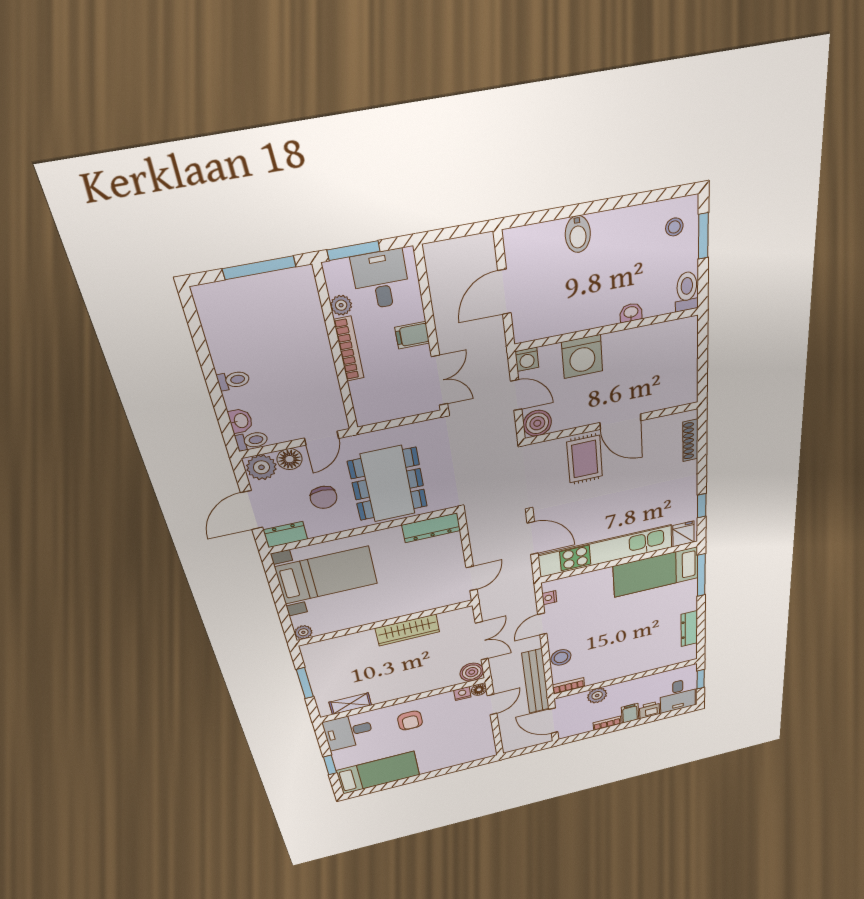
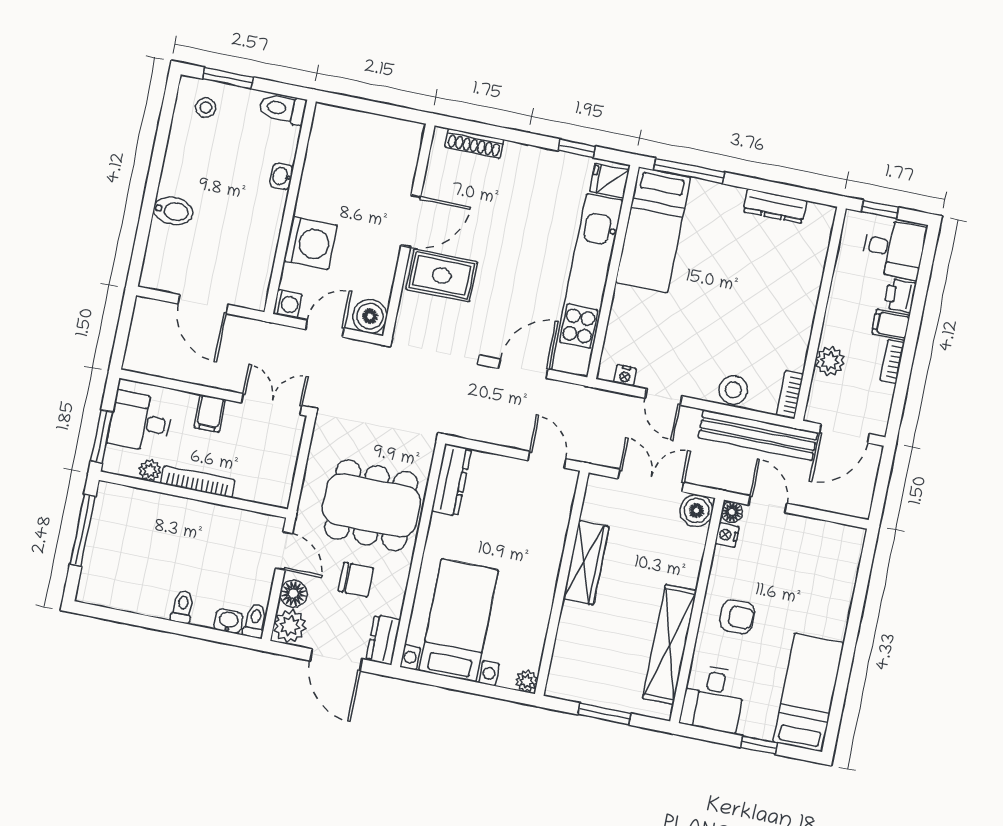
shelving: (350, 704) -> (670, 644), width x2.20, depth x1.33

